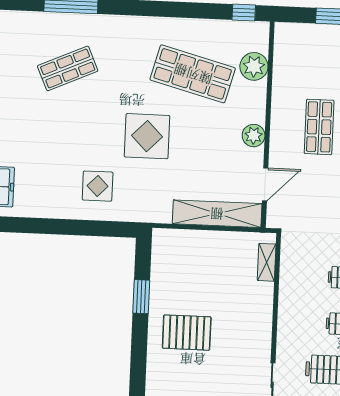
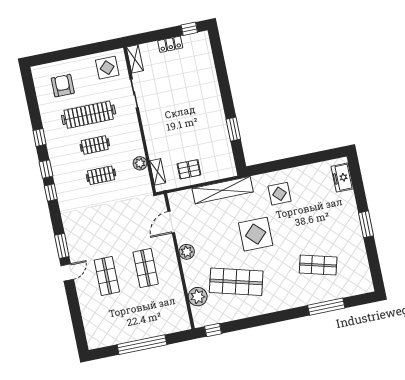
shop shelf: (68, 68) -> (318, 265), turned 39
shelving: (217, 214) -> (223, 190), moved
plant: (289, 281) -> (140, 163), added
pallet: (187, 333) -> (189, 169), moved, width x0.67, depth x0.71

